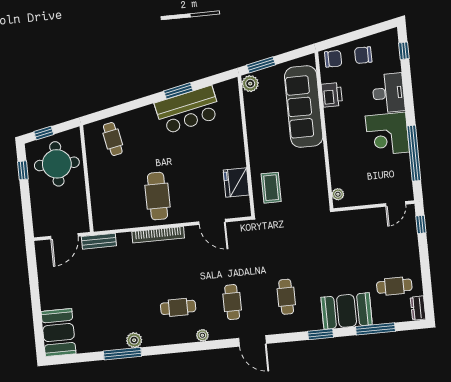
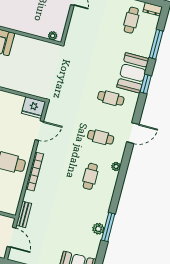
fridge: (236, 182) -> (34, 108), moved
coffee table: (271, 188) -> (31, 81), removed
booth: (347, 311) -> (133, 73), moved
plant: (134, 340) -> (98, 229), moved

